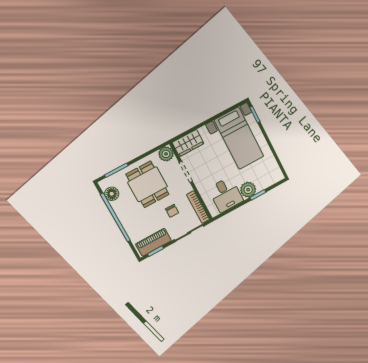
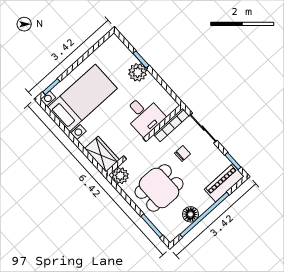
floor lamp: (112, 194) -> (190, 214), moved
desk: (226, 195) -> (144, 115), moved, turned 90
piano: (153, 242) -> (224, 183), moved, turned 90

